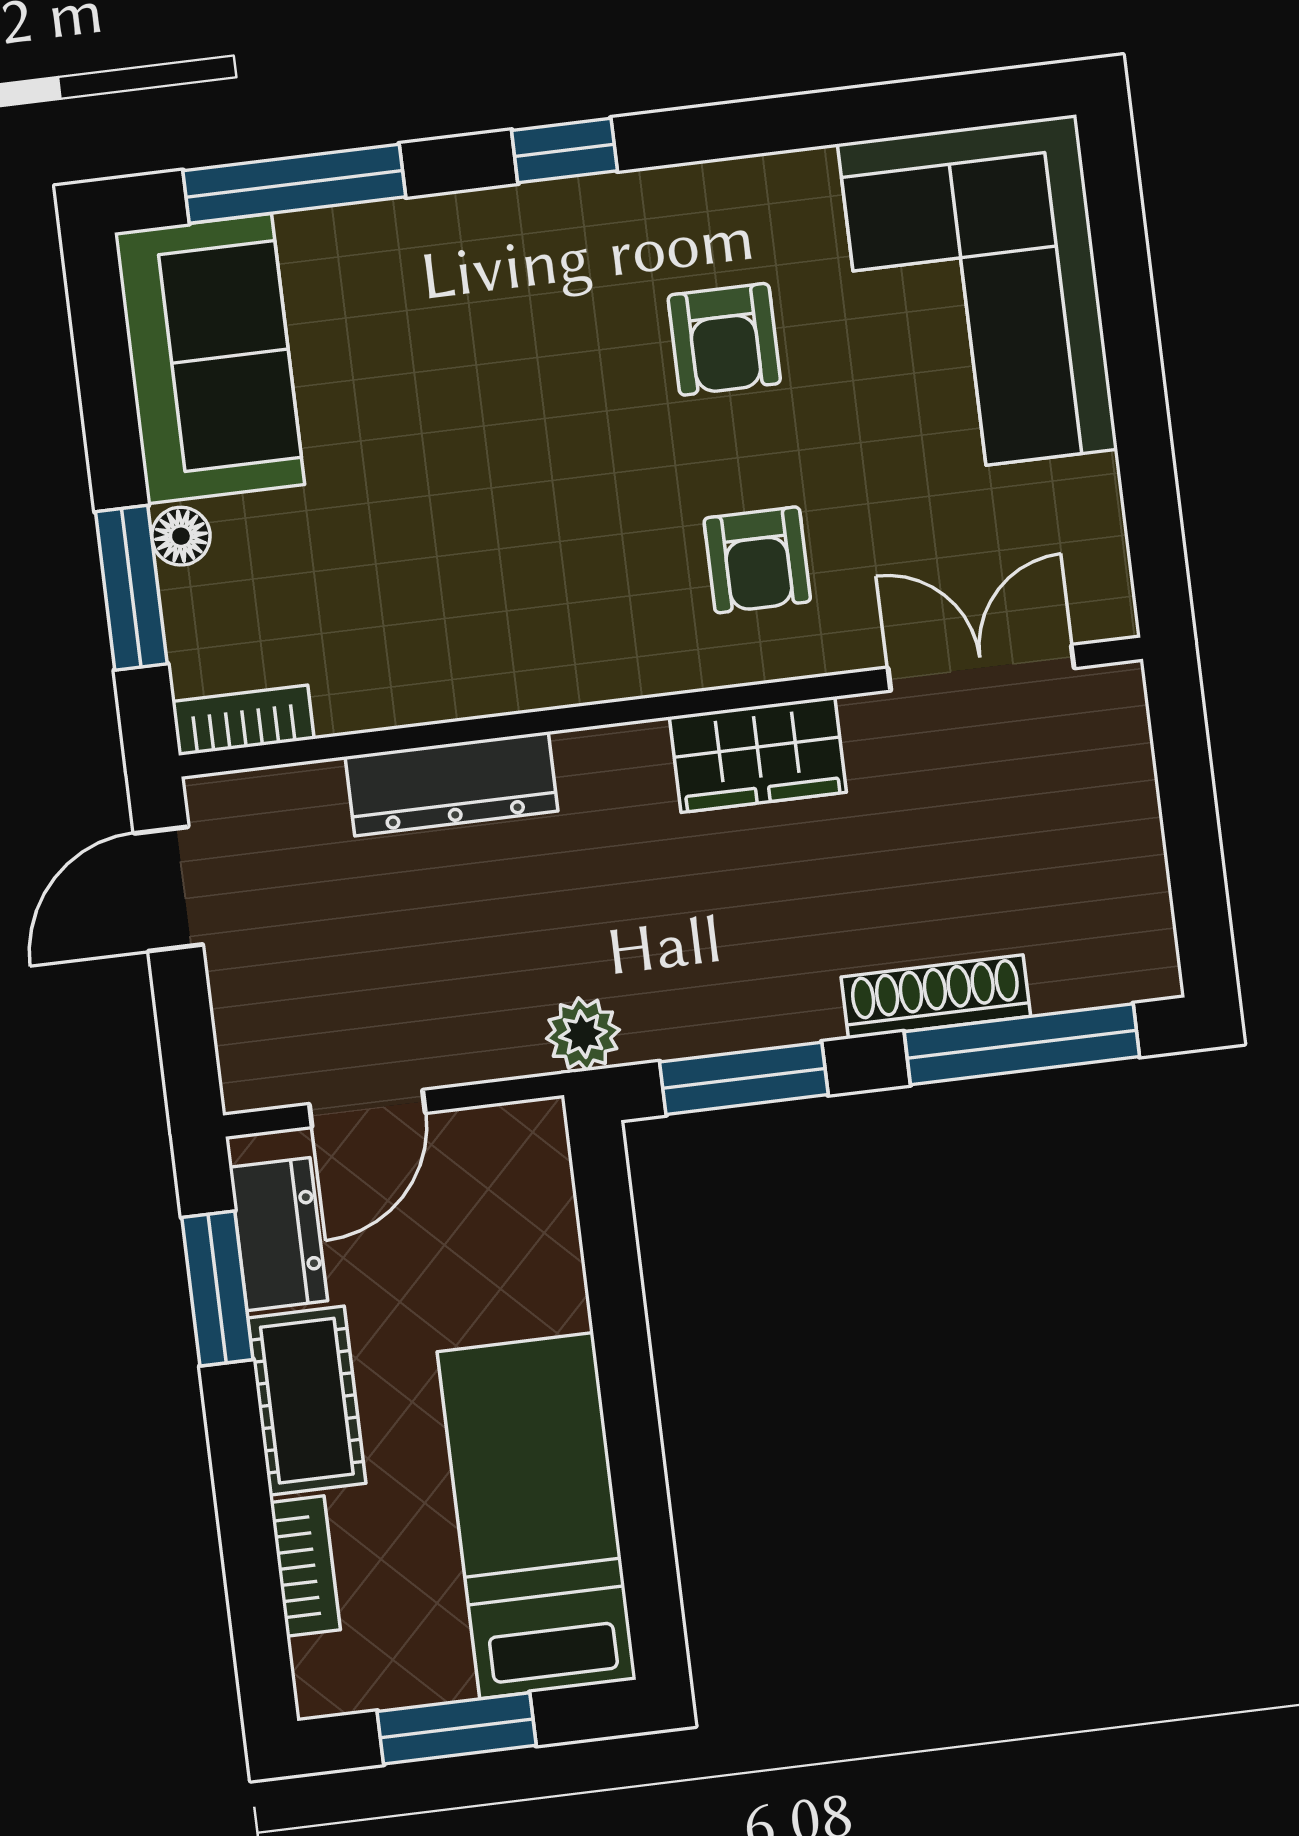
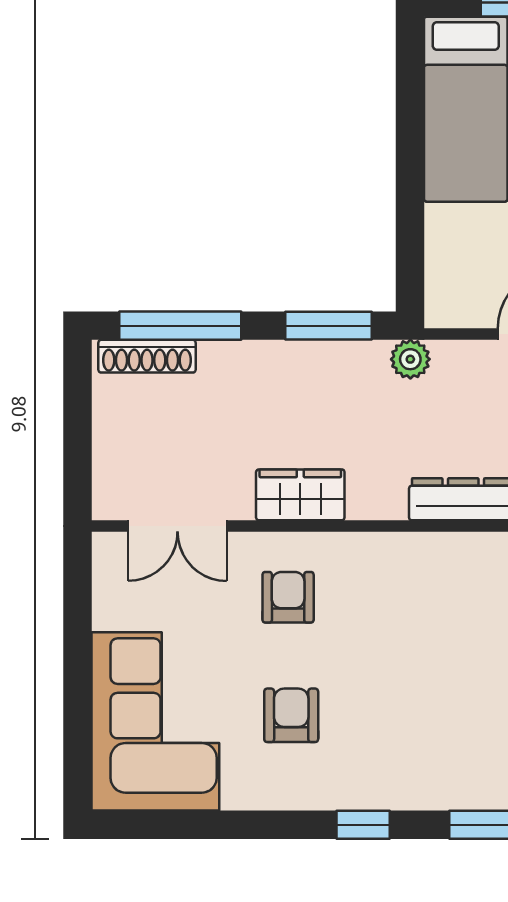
shoe rack: (936, 997) -> (147, 356), moved

